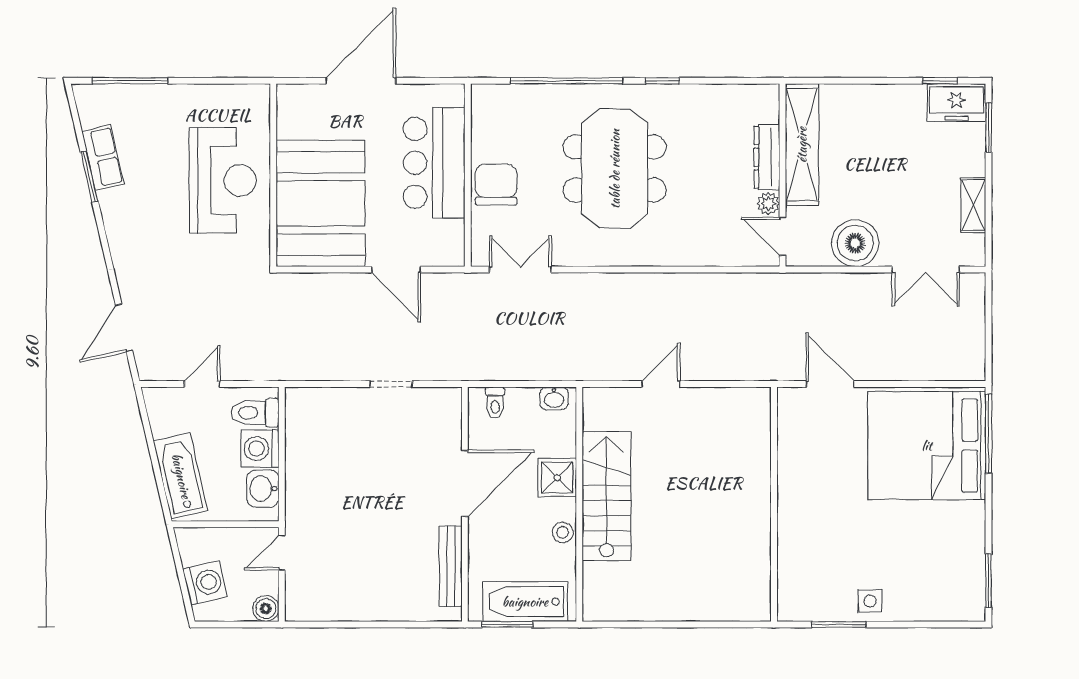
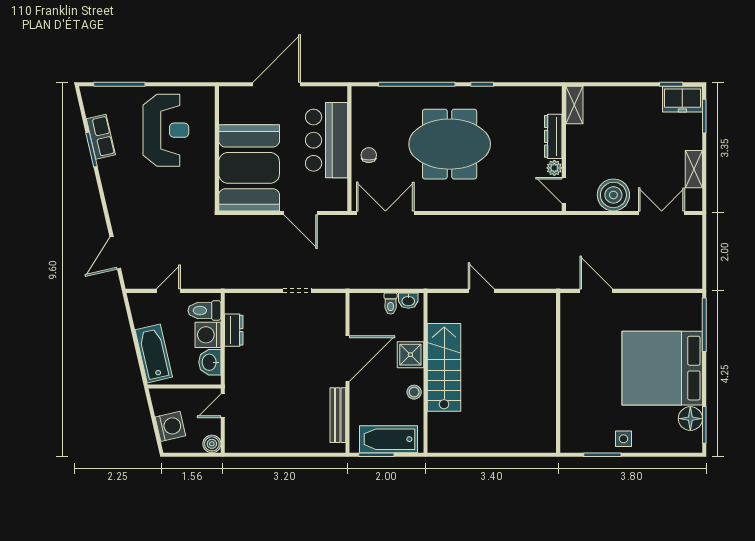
shelving: (802, 145) -> (574, 105), width x0.45, depth x0.75
meeting table: (615, 169) -> (450, 144), turned 90
reception desk: (223, 180) -> (166, 130), moved
chair: (496, 185) -> (369, 155), width x0.54, depth x0.54
double door: (520, 270) -> (385, 213), width x1.37
double door: (926, 270) -> (662, 213), swing flipped
door: (661, 384) -> (481, 291), hinge flipped
toilet: (495, 403) -> (391, 304), moved
dresser: (298, 442) -> (234, 330), added
bed: (927, 446) -> (662, 368), moved
floor lamp: (968, 571) -> (690, 419), added

